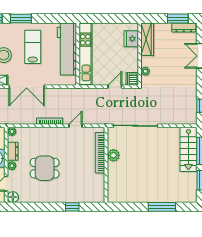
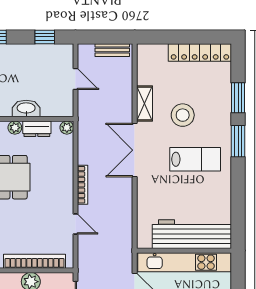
workbench: (67, 49) -> (192, 234), moved
wall: (78, 54) -> (184, 251), moved
kitchen unit: (85, 54) -> (185, 262), moved

